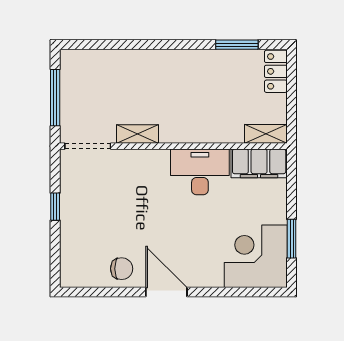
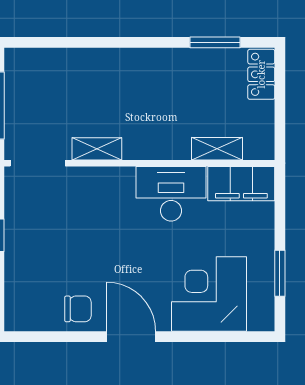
shelving: (266, 134) -> (217, 149), moved
corner desk: (256, 256) -> (209, 294), moved

